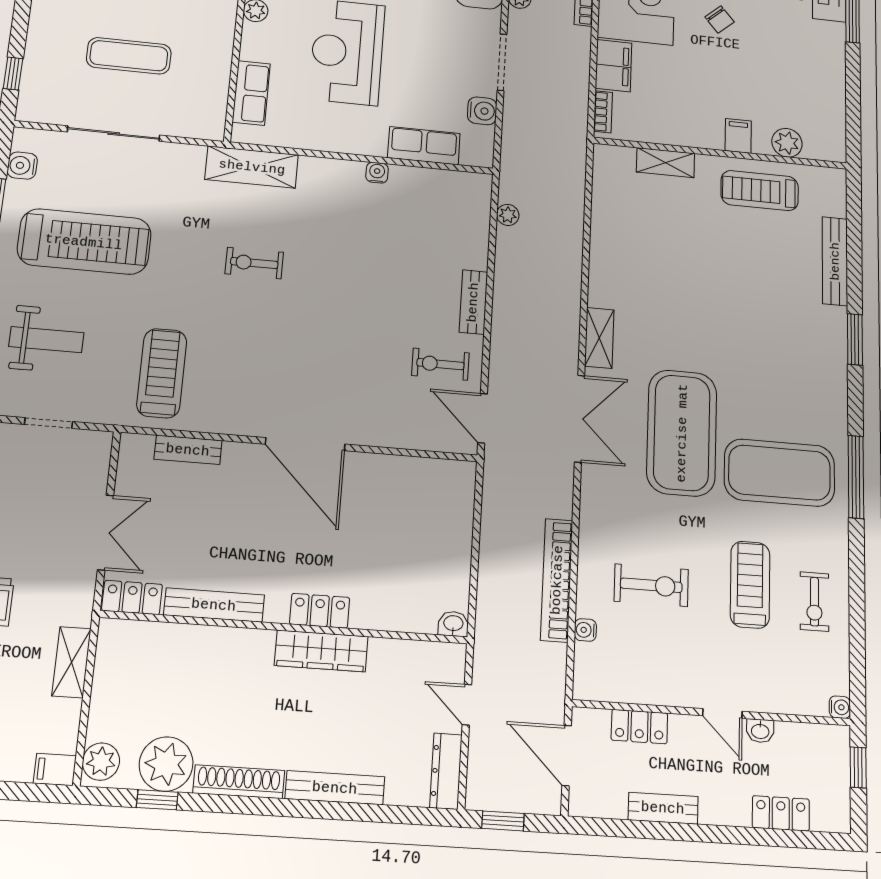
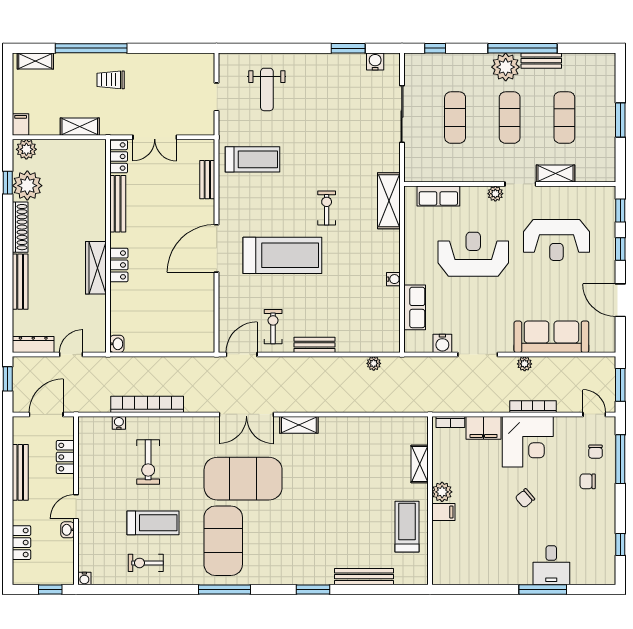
plant: (787, 143) -> (442, 492), moved
treadmill: (84, 242) -> (282, 255), moved, turned -90
bench: (663, 808) -> (20, 472), width x1.36

